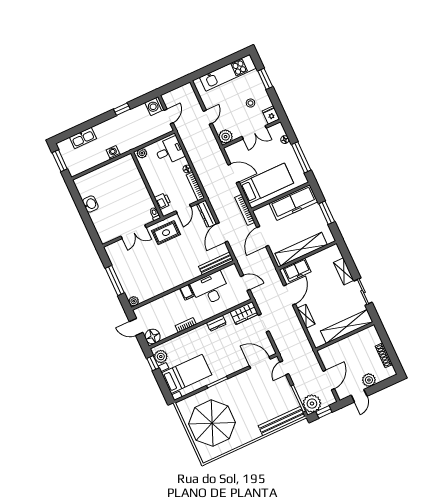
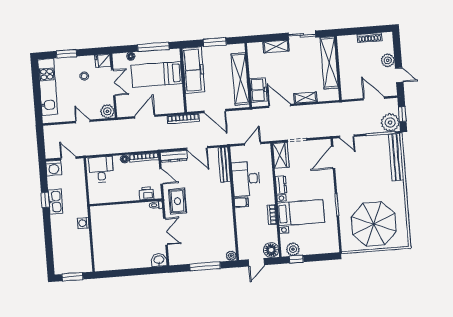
kitchen sink: (83, 138) -> (55, 202), moved
plant: (142, 153) -> (94, 196), removed
bed: (267, 183) -> (157, 74), moved, turned -90
washbasin: (90, 204) -> (159, 260), moved
bed with nightstands: (186, 374) -> (301, 213), moved, turned 90

